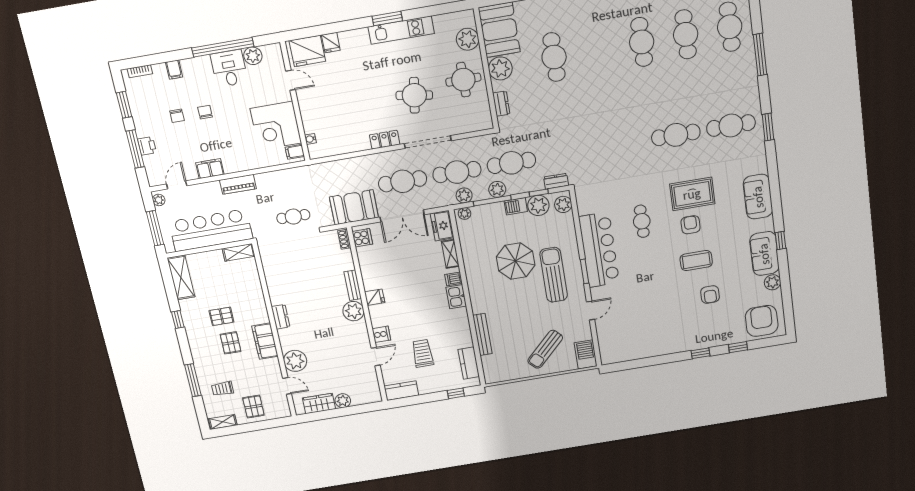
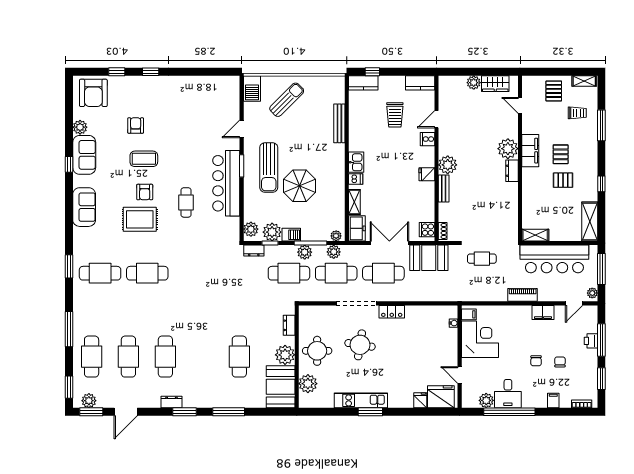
plant: (295, 361) -> (508, 149), moved
kitchen counter: (469, 363) -> (363, 83), moved, turned 90

